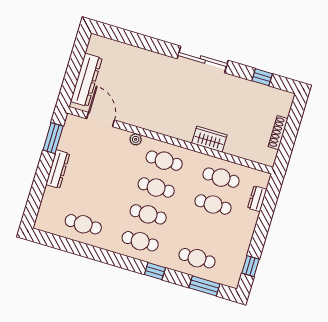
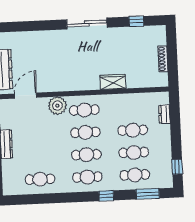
door: (101, 119) -> (26, 96), hinge flipped
plant: (136, 139) -> (57, 106), width x1.88, depth x1.88
cafe table: (221, 178) -> (134, 153), moved

